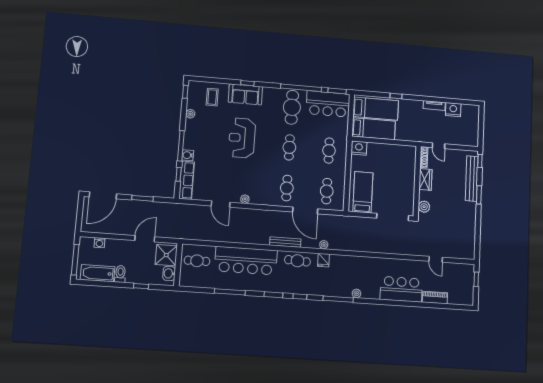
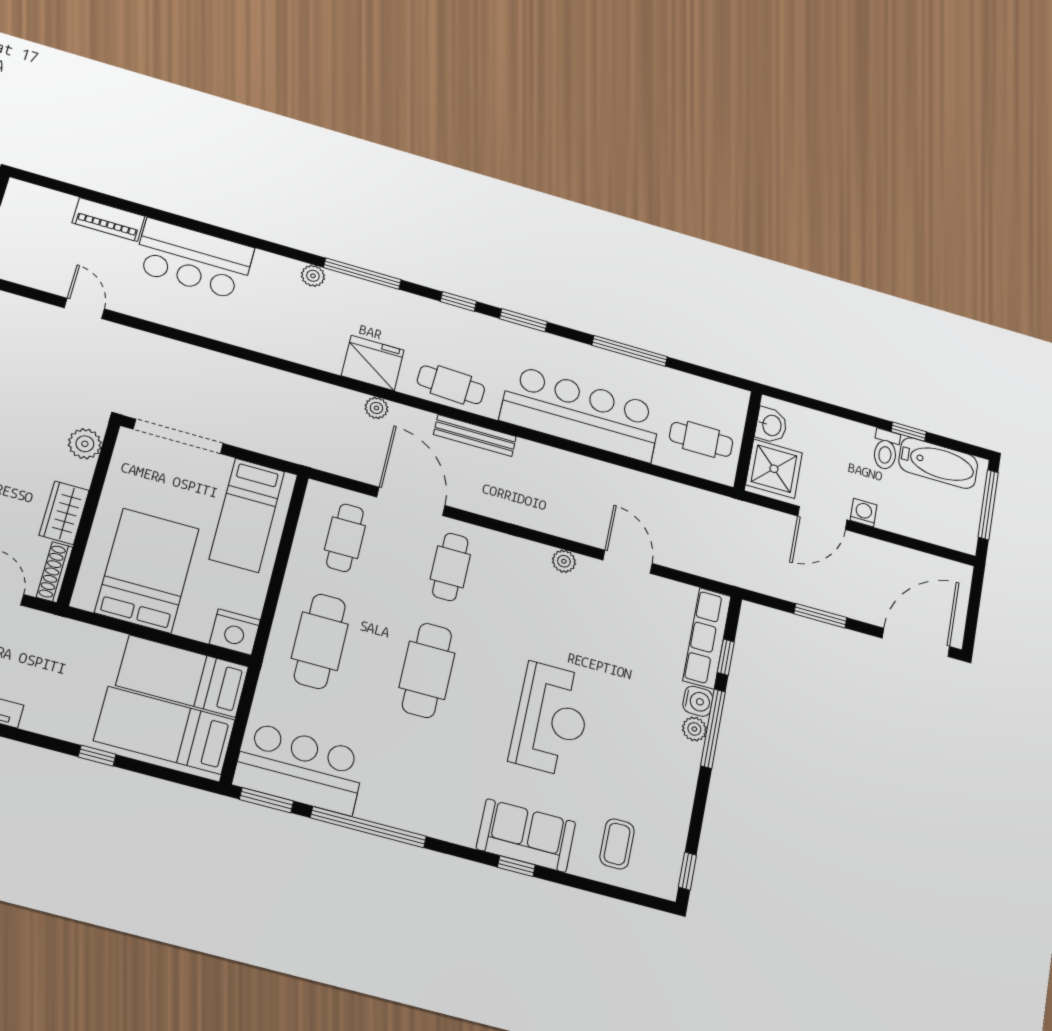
cafe table: (292, 107) -> (403, 777), removed
plant: (190, 114) -> (694, 729), moved
cafe table: (289, 147) -> (427, 670), width x1.37, depth x1.35
cafe table: (329, 151) -> (320, 641), width x1.37, depth x1.35
bed: (393, 164) -> (147, 570), added
washing machine: (99, 243) -> (864, 513), moved
fridge: (323, 260) -> (373, 363), width x1.88, depth x1.34
window: (141, 286) -> (909, 432), moved

